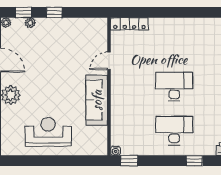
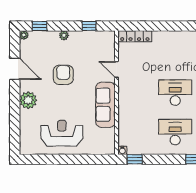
window: (54, 12) -> (89, 26), moved
plant: (30, 23) -> (64, 35), moved
door: (109, 61) -> (117, 69), hinge flipped
armchair: (50, 67) -> (63, 75), added

